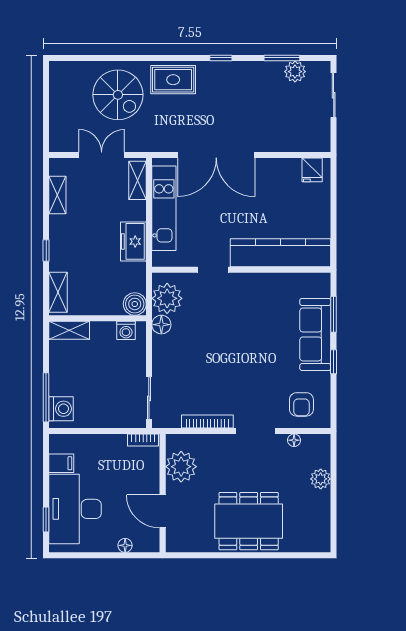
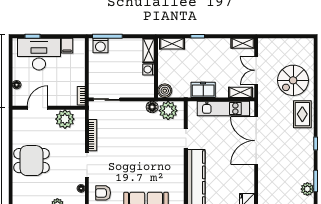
double door: (102, 155) -> (256, 70), swing flipped
shelving: (57, 195) -> (243, 43), moved
washing machine: (126, 330) -> (149, 69), moved
dining table: (249, 521) -> (31, 161), width x0.73

